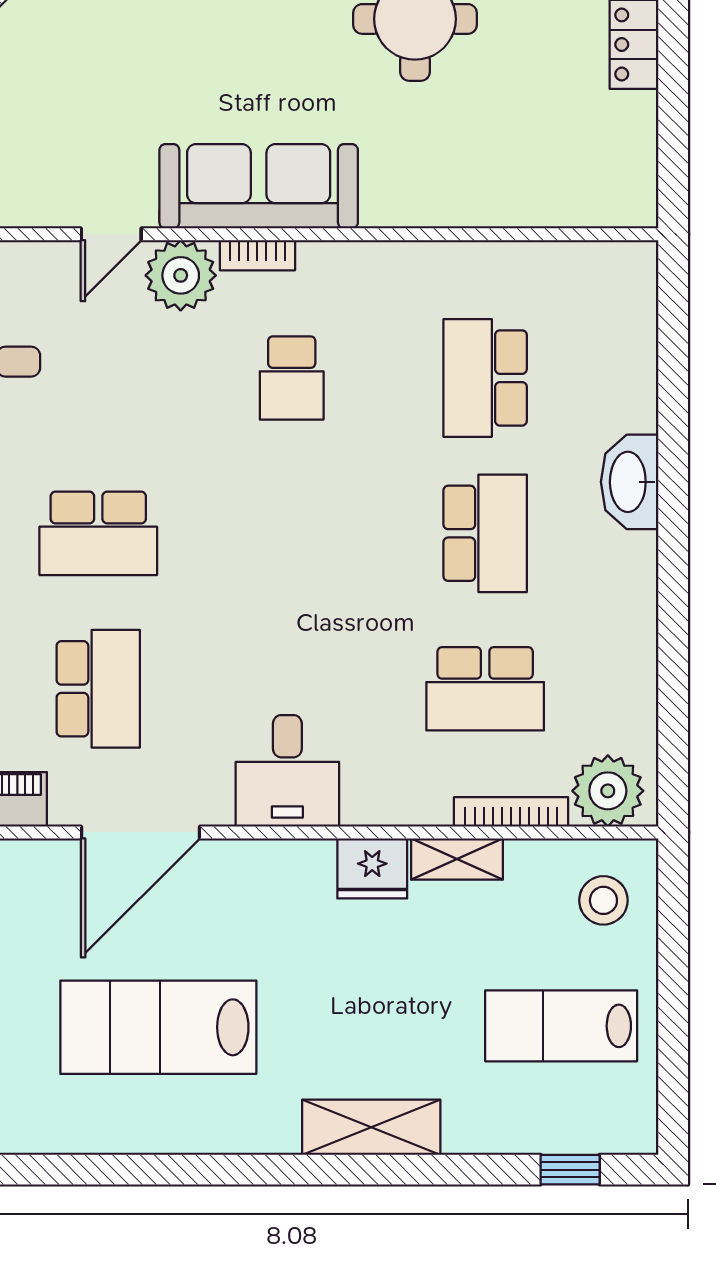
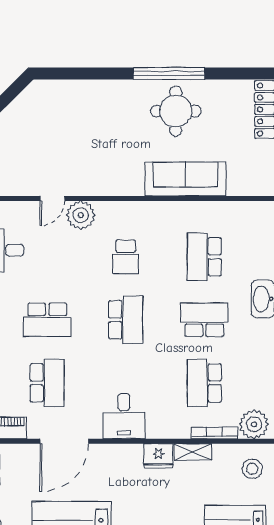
sofa: (259, 186) -> (186, 179), moved
bookcase: (257, 255) -> (112, 207), removed
school desk: (292, 533) -> (126, 320), added
school desk: (485, 533) -> (204, 320), turned -90
school desk: (485, 689) -> (204, 383), turned 90

